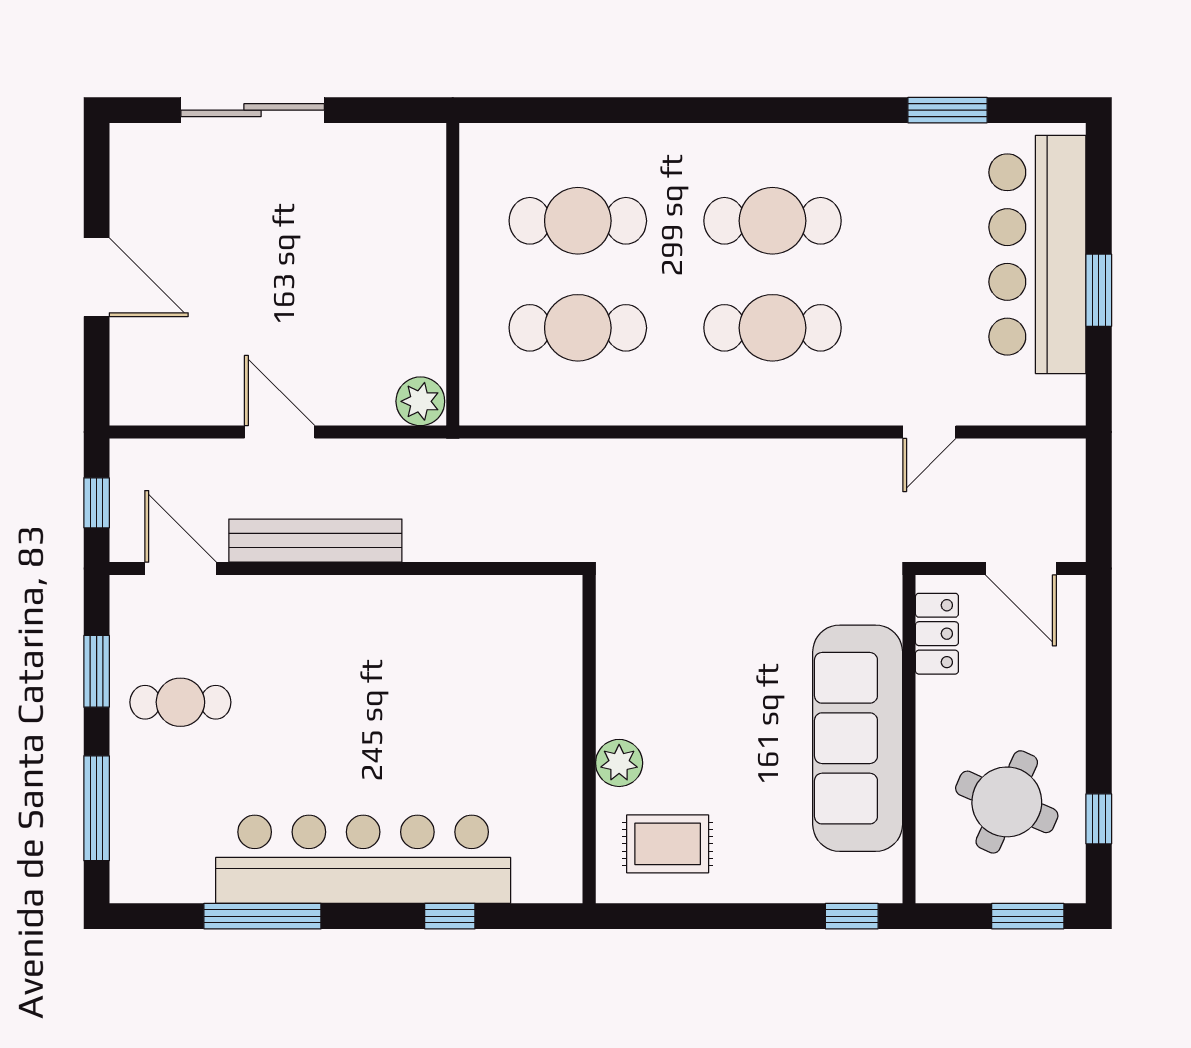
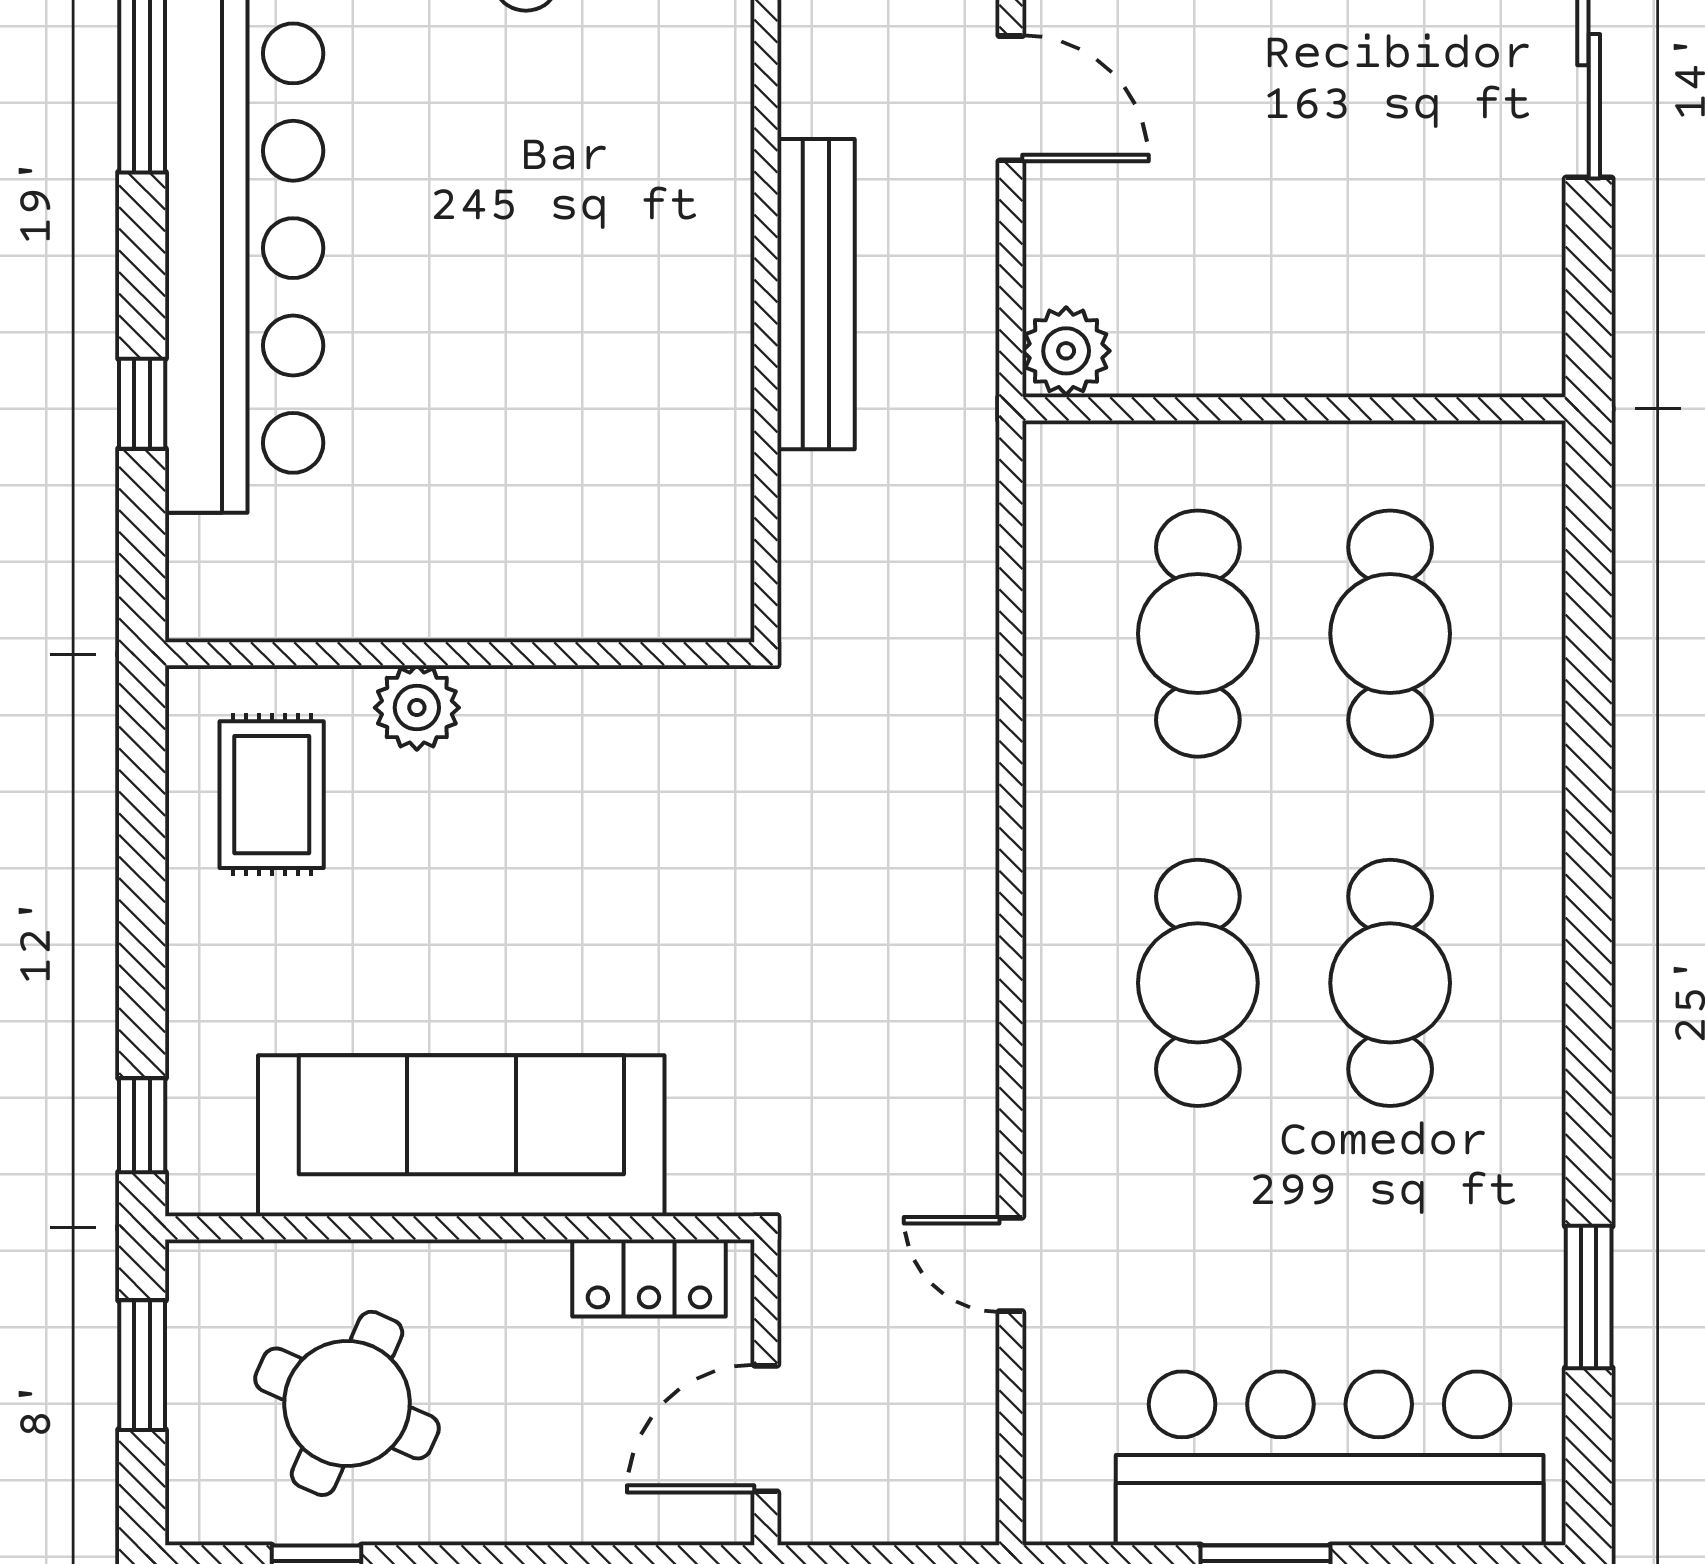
door: (280, 432) -> (1011, 98), hinge flipped
bench: (315, 541) -> (816, 294), moved
window: (1028, 916) -> (142, 1365), moved

